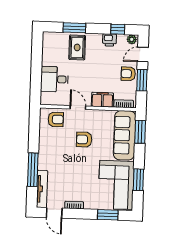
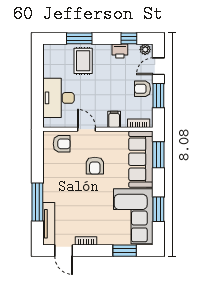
desk: (54, 79) -> (59, 98), width x1.37
filing cabinet: (102, 100) -> (114, 119), width x0.50
armchair: (84, 140) -> (95, 166), turned -90

